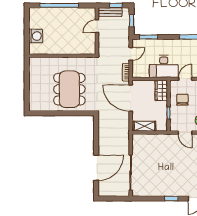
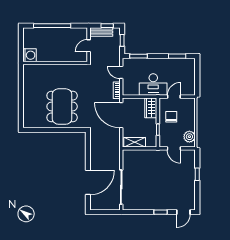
door: (131, 54) -> (121, 72), swing flipped
wall: (62, 56) -> (55, 63), moved

